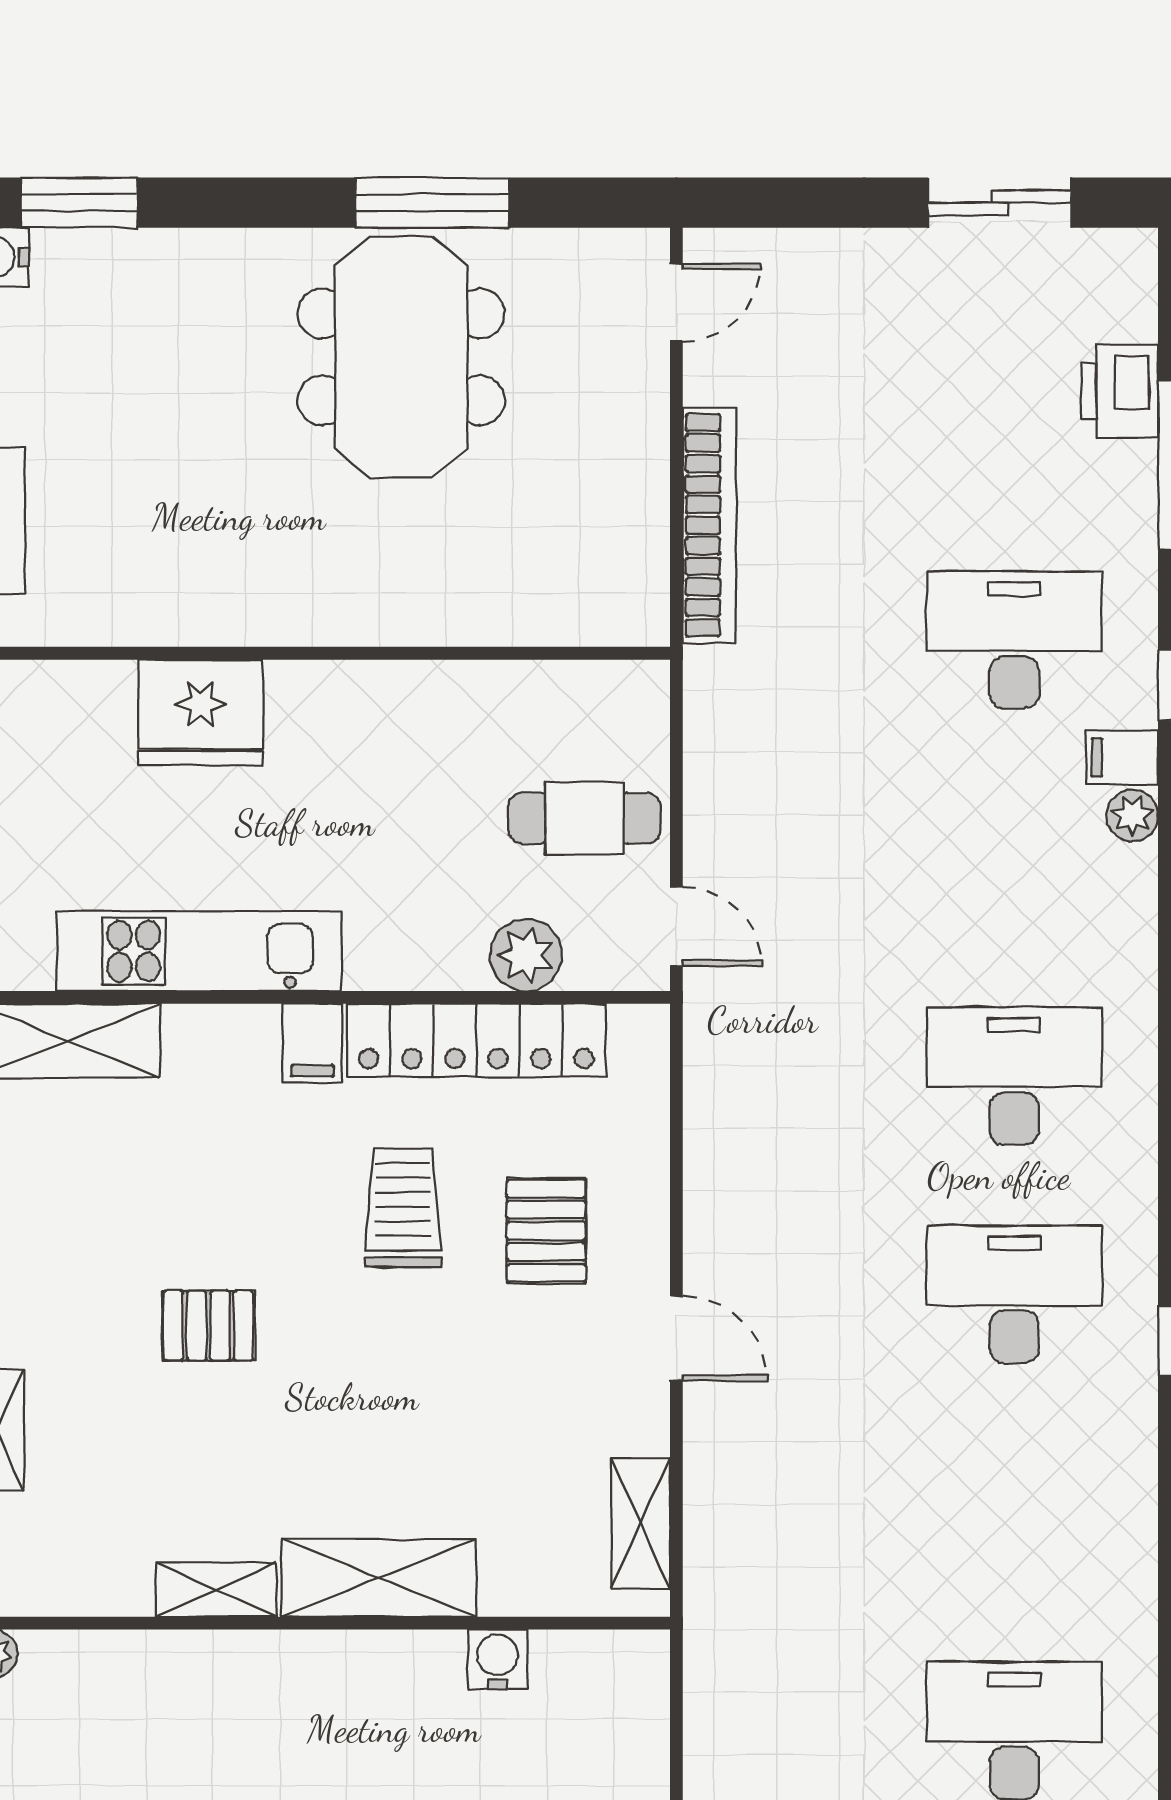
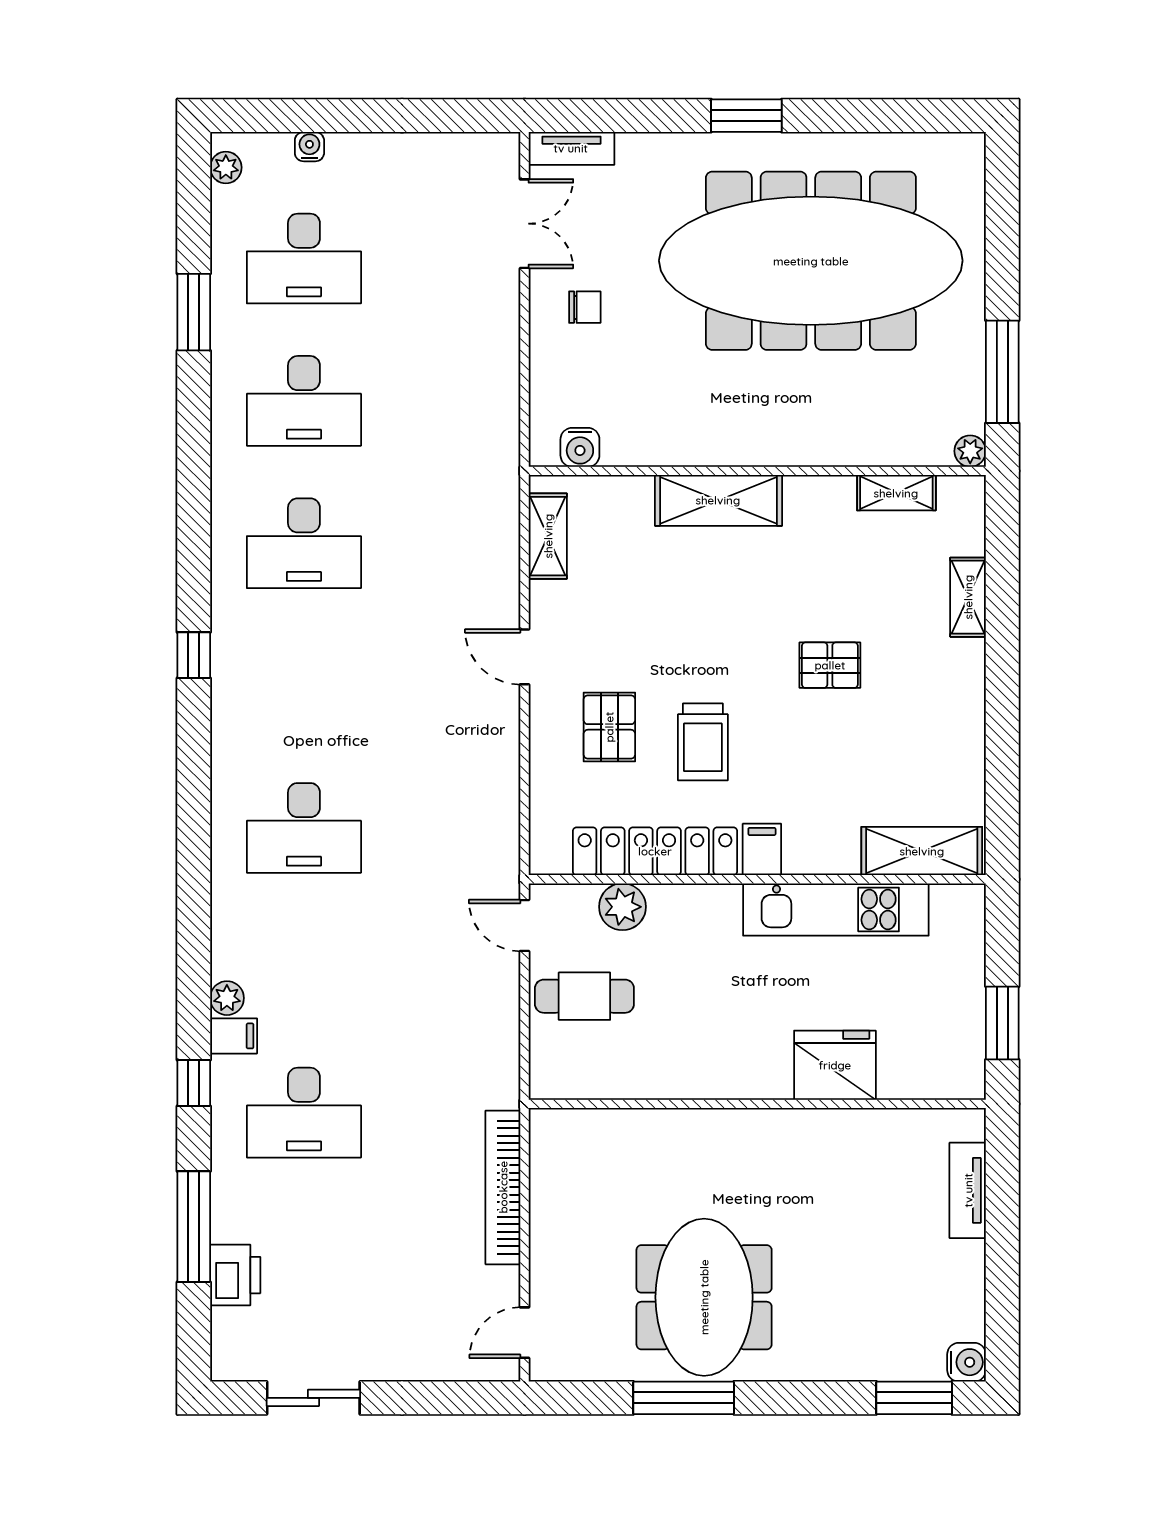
desk: (1014, 1294) -> (304, 543), moved
shelving: (216, 1590) -> (896, 493), moved
water cooler: (497, 1659) -> (580, 447), moved

